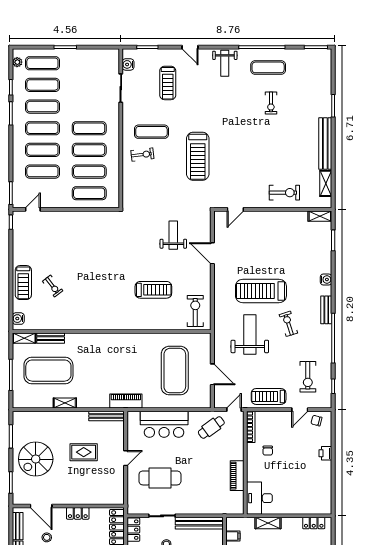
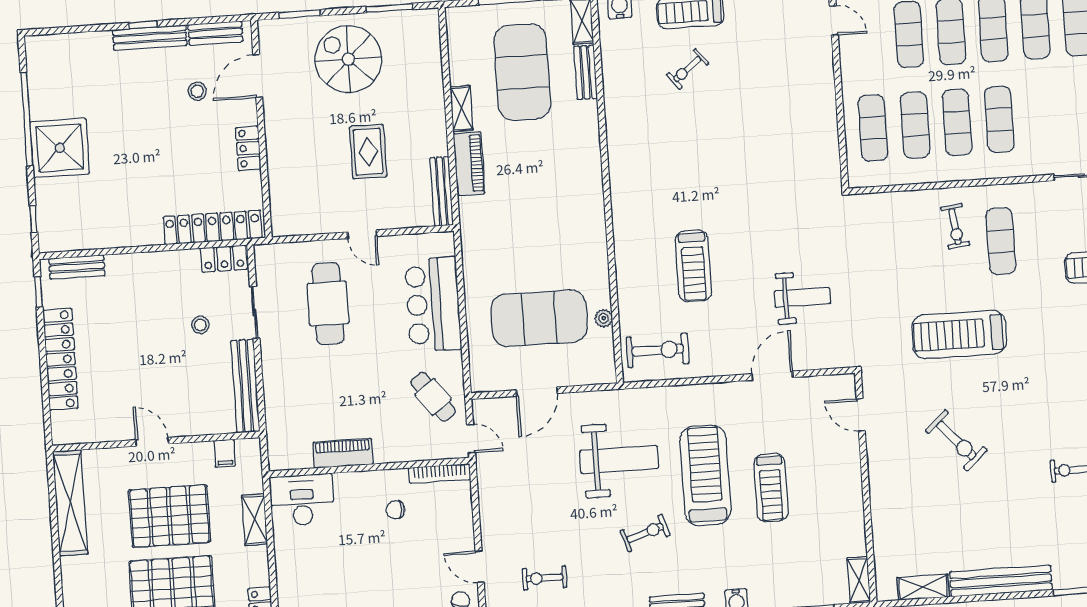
exercise bike: (284, 193) -> (956, 440), moved, turned -42
plant: (177, 338) -> (604, 318), added
exercise bike: (308, 377) -> (544, 578), width x0.73, depth x0.72
treadmill: (269, 396) -> (771, 488), moved, turned 180
piano: (126, 401) -> (469, 164), moved

